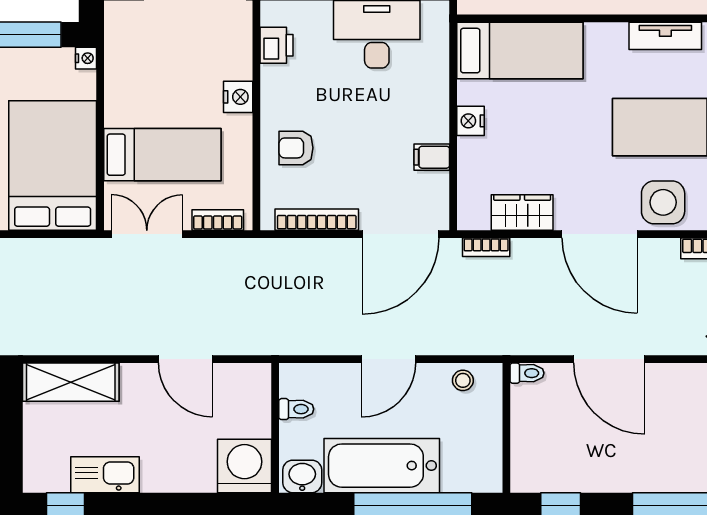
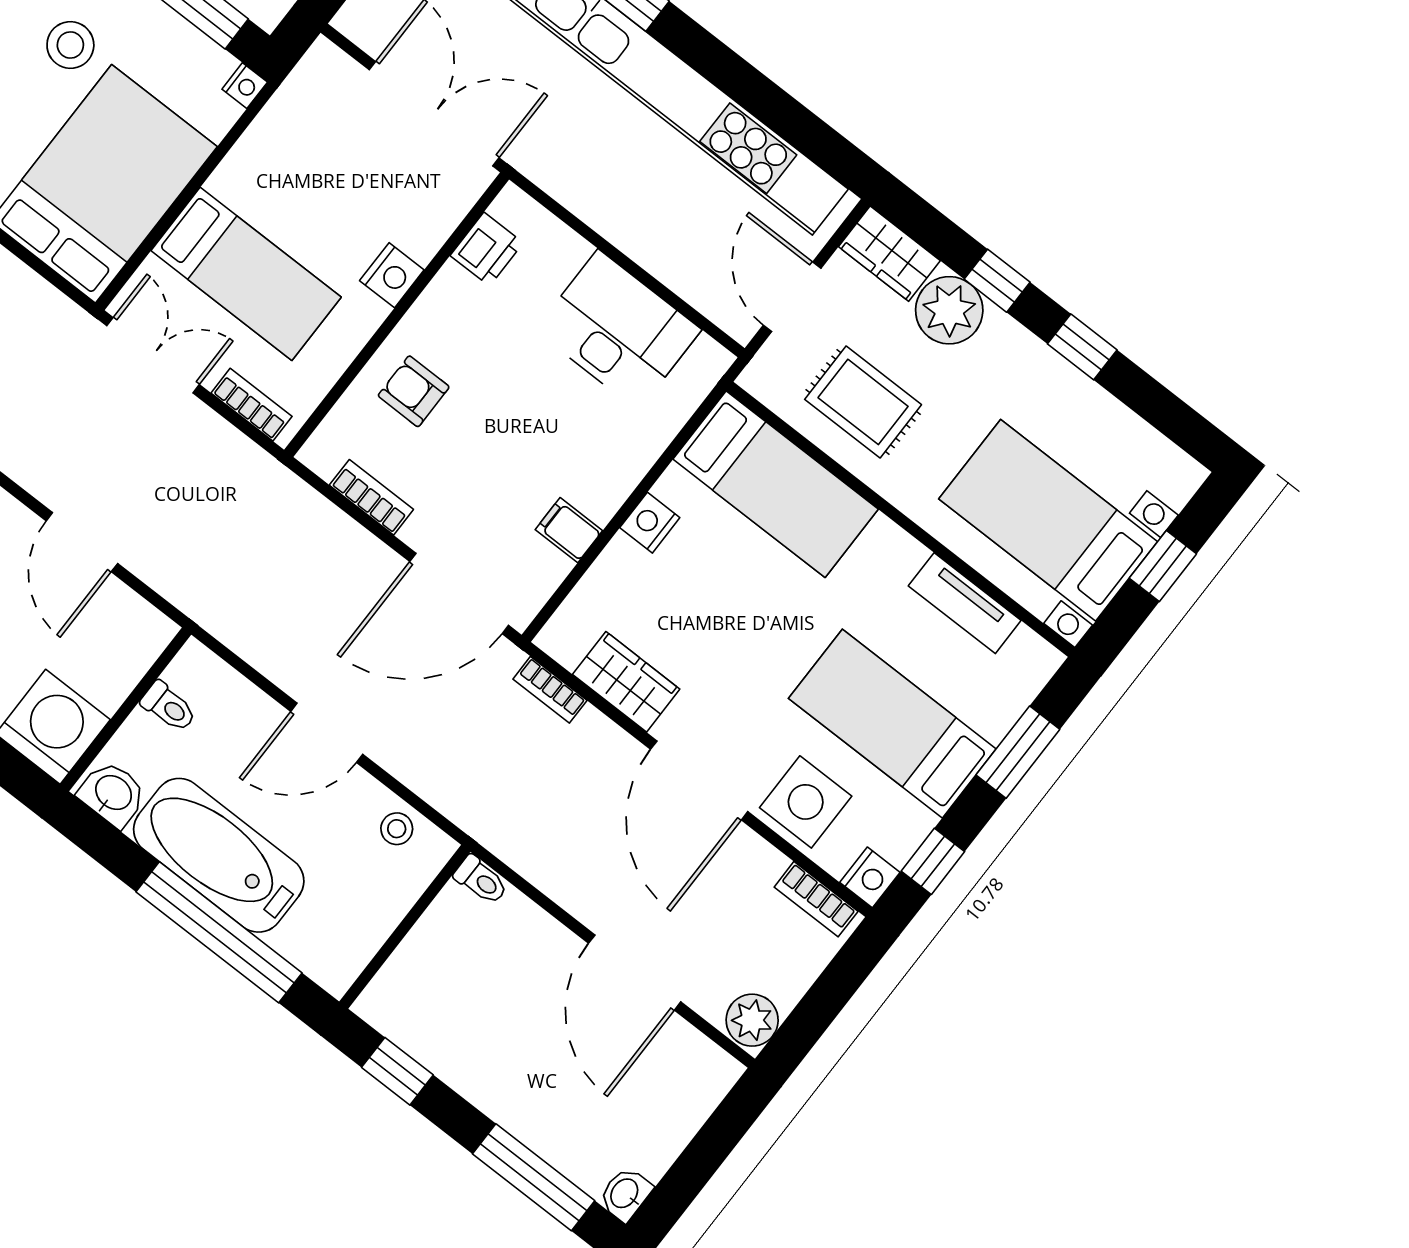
bookcase: (317, 220) -> (371, 497), width x0.64
door: (609, 359) -> (635, 973), moved

